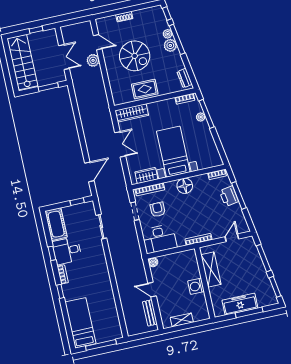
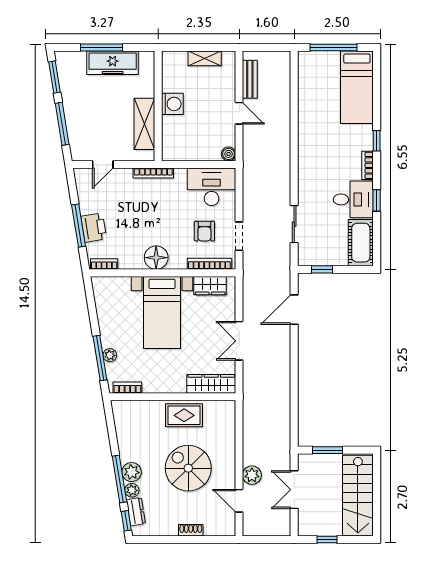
dresser: (185, 78) -> (136, 512), moved

